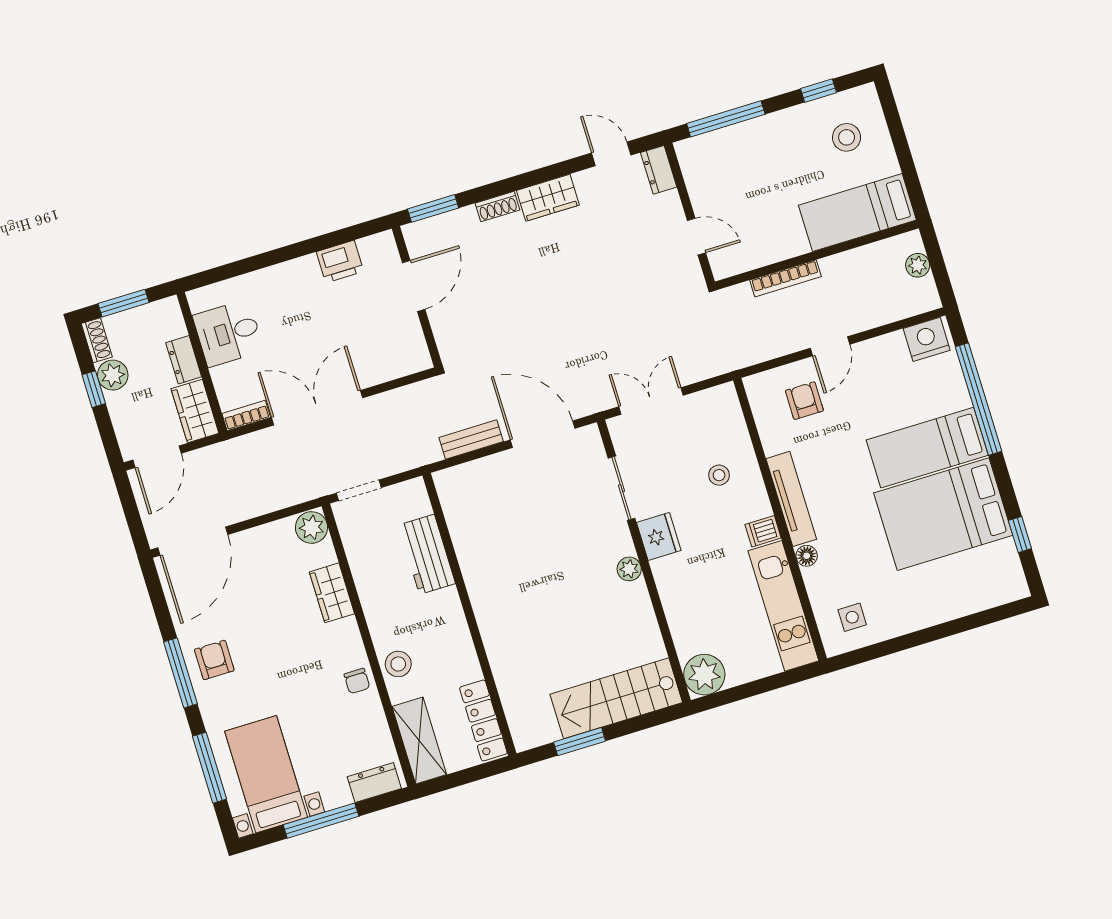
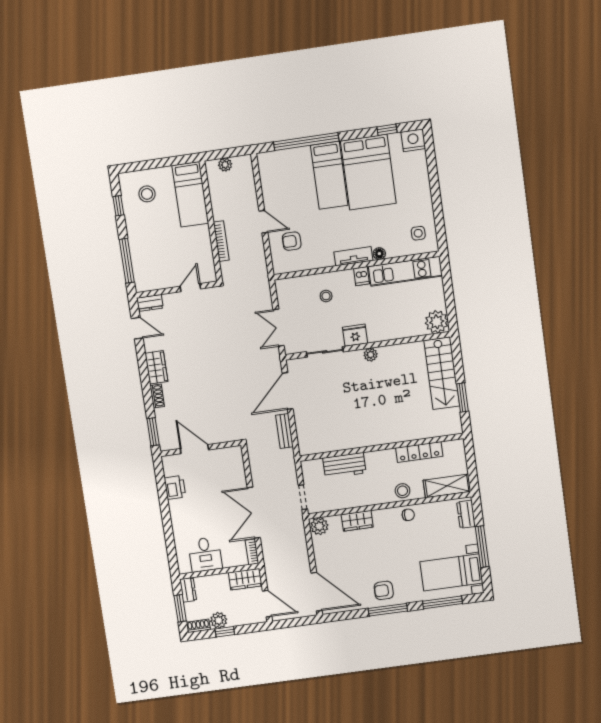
door: (611, 154) -> (137, 328), swing flipped
nightstand: (927, 339) -> (413, 140), moved, turned 90
dresser: (184, 360) -> (188, 590), moved, turned -90
tv unit: (791, 499) -> (353, 256), width x0.71
locker: (483, 720) -> (419, 452), moved

